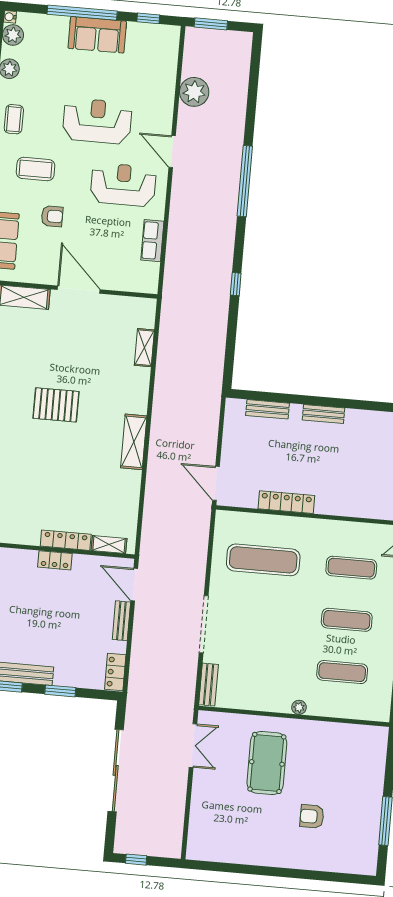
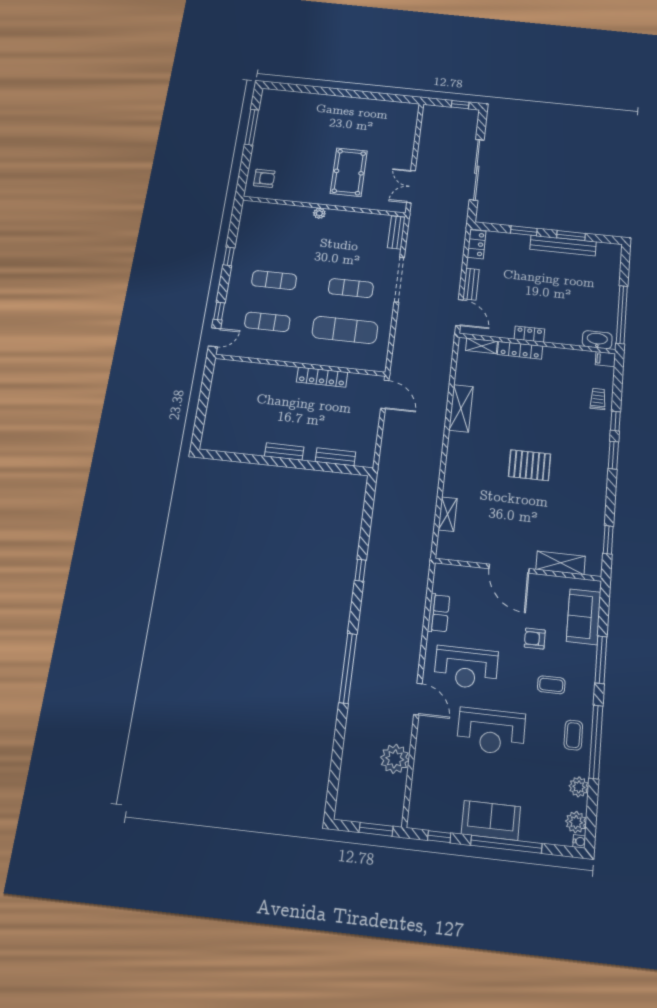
coffee table: (36, 169) -> (551, 685), width x0.73, depth x0.77
shelving: (134, 442) -> (461, 408), moved
exercise mat: (342, 672) -> (351, 288), moved
armchair: (312, 816) -> (264, 178), moved

